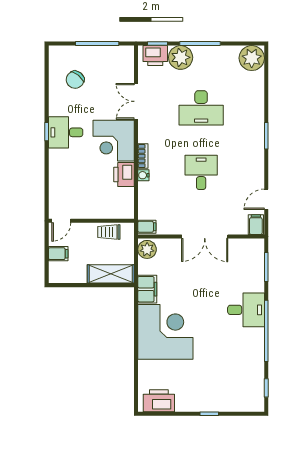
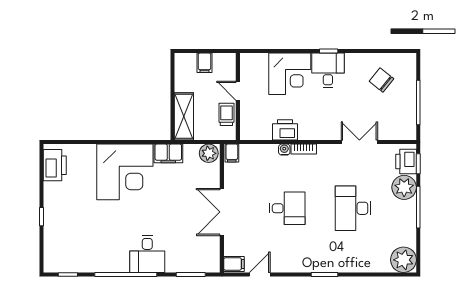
corner desk: (114, 141) -> (290, 74), moved, turned 180
door: (266, 199) -> (260, 275), hinge flipped
door: (61, 221) -> (238, 91), moved

